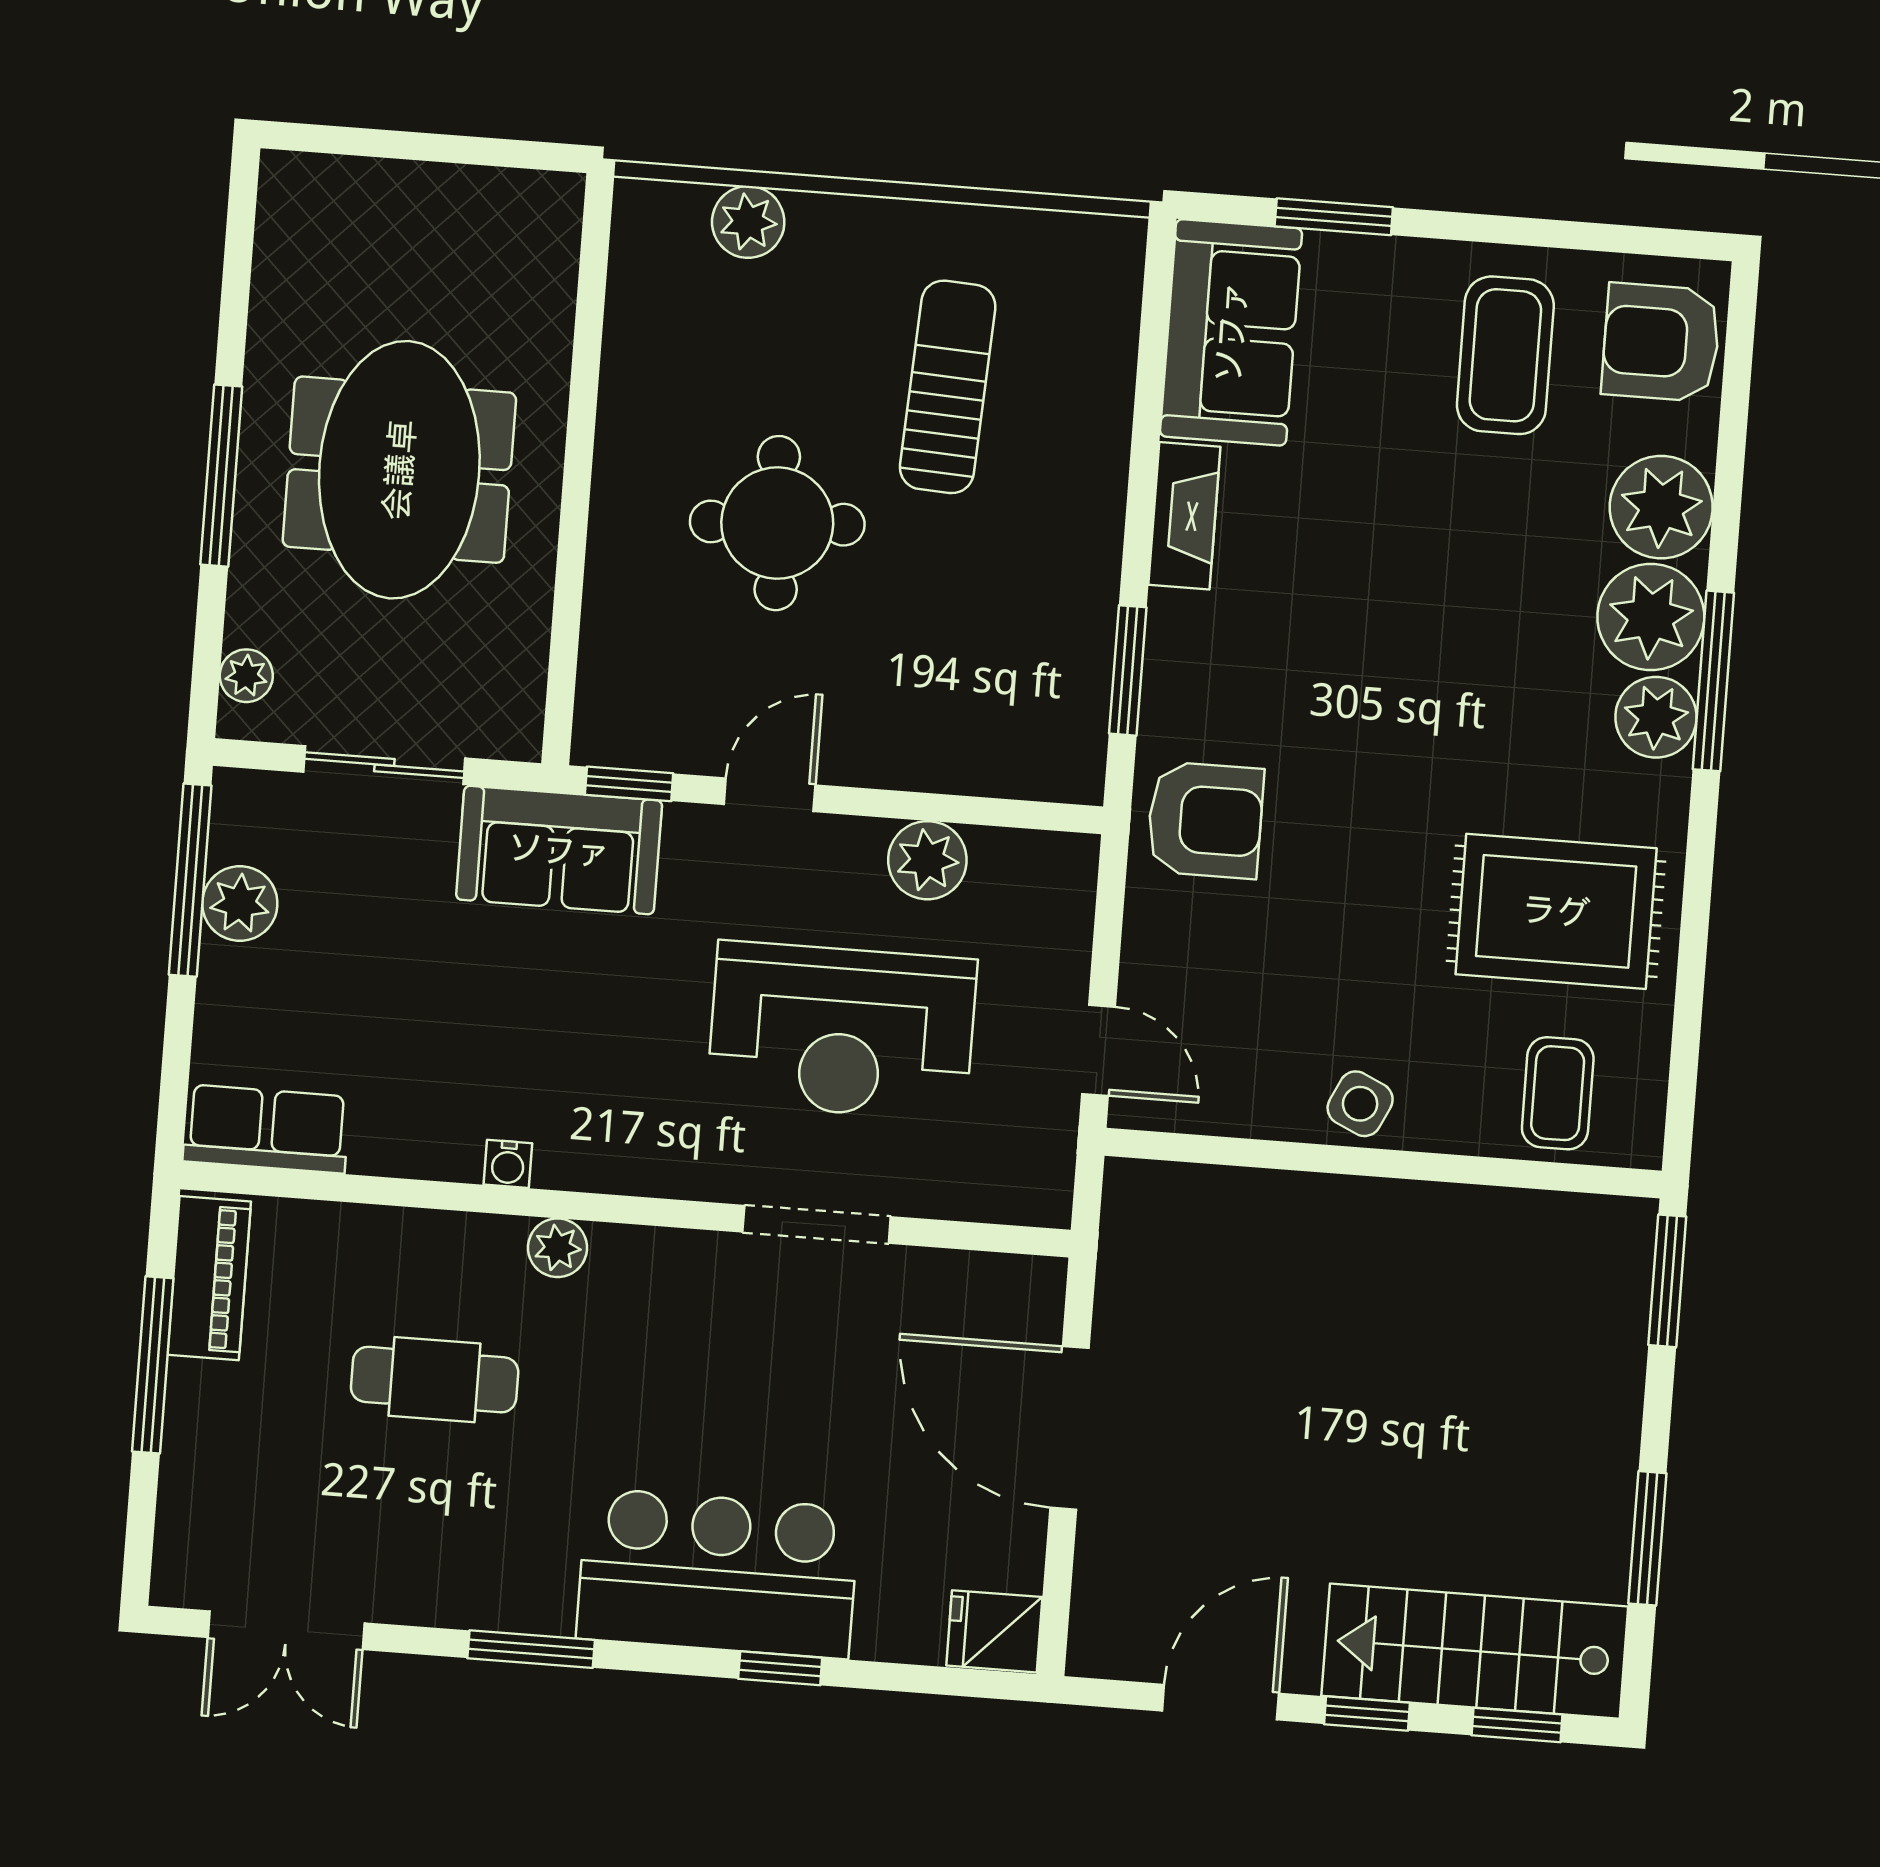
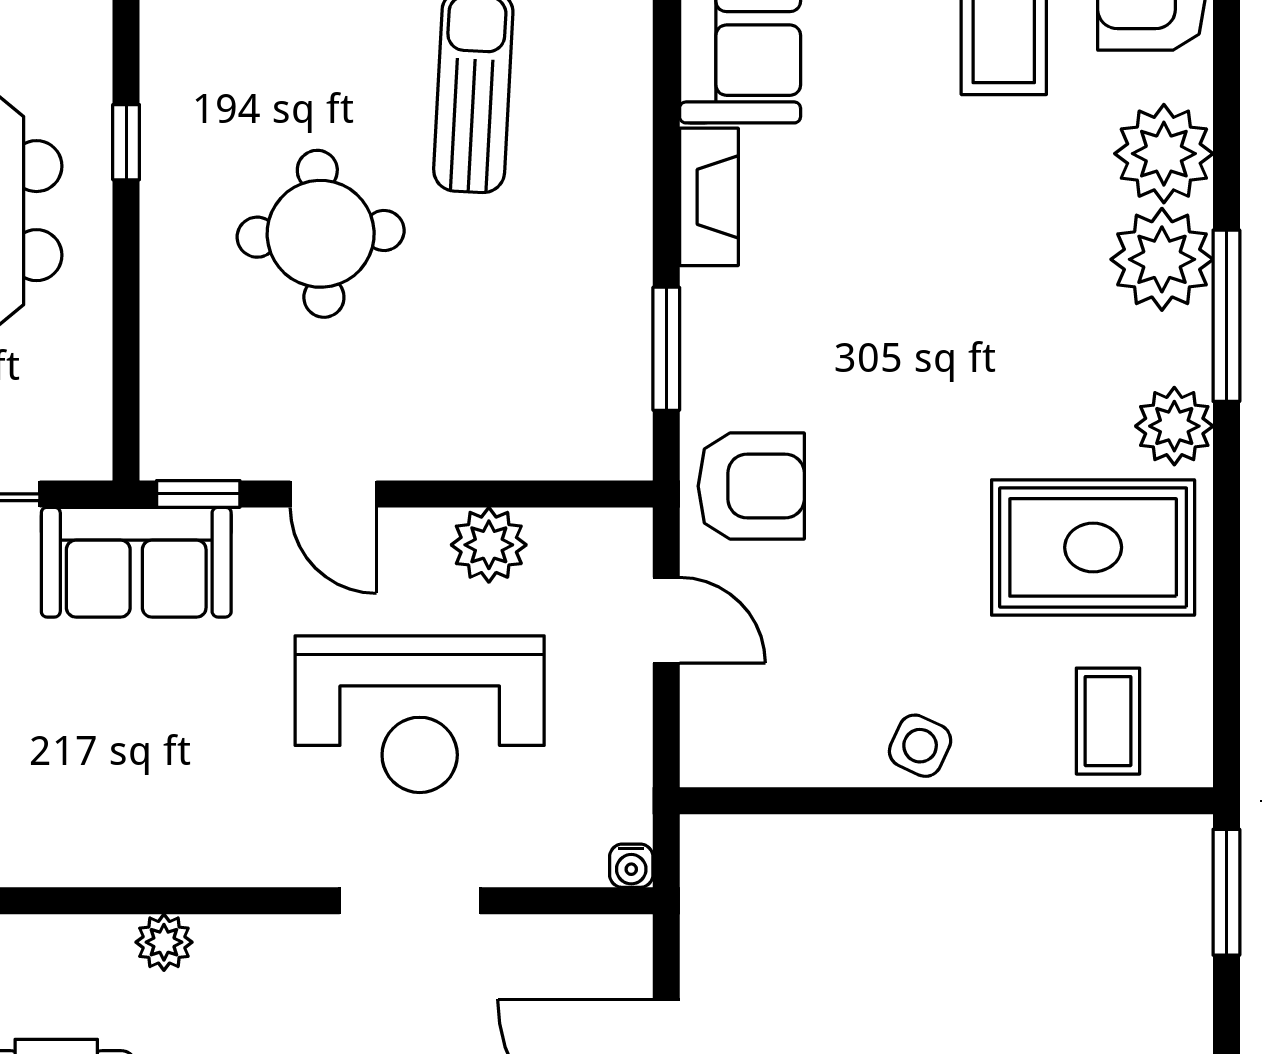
window: (582, 412) -> (126, 142), added
plant: (1656, 717) -> (1174, 426), moved
door: (770, 795) -> (333, 494), swing flipped
door: (1099, 1050) -> (666, 620), moved
water cooler: (508, 1164) -> (631, 866), moved

